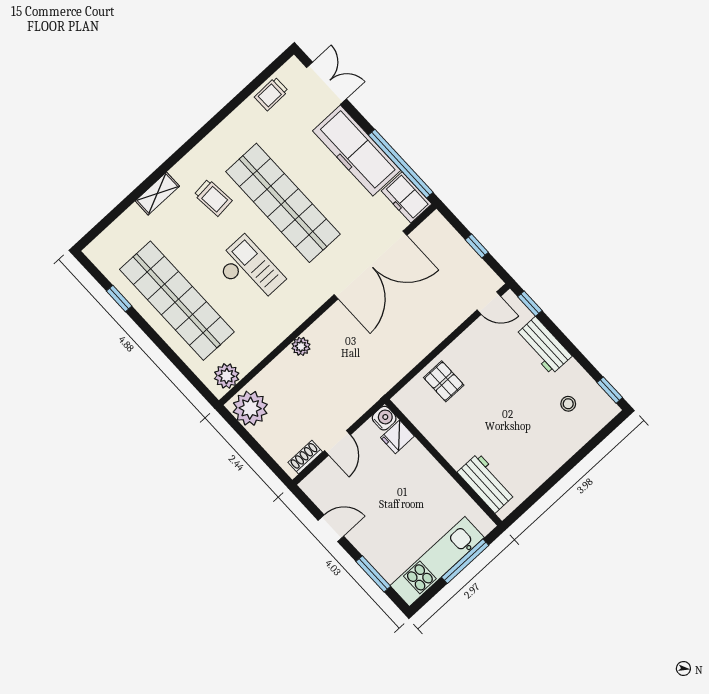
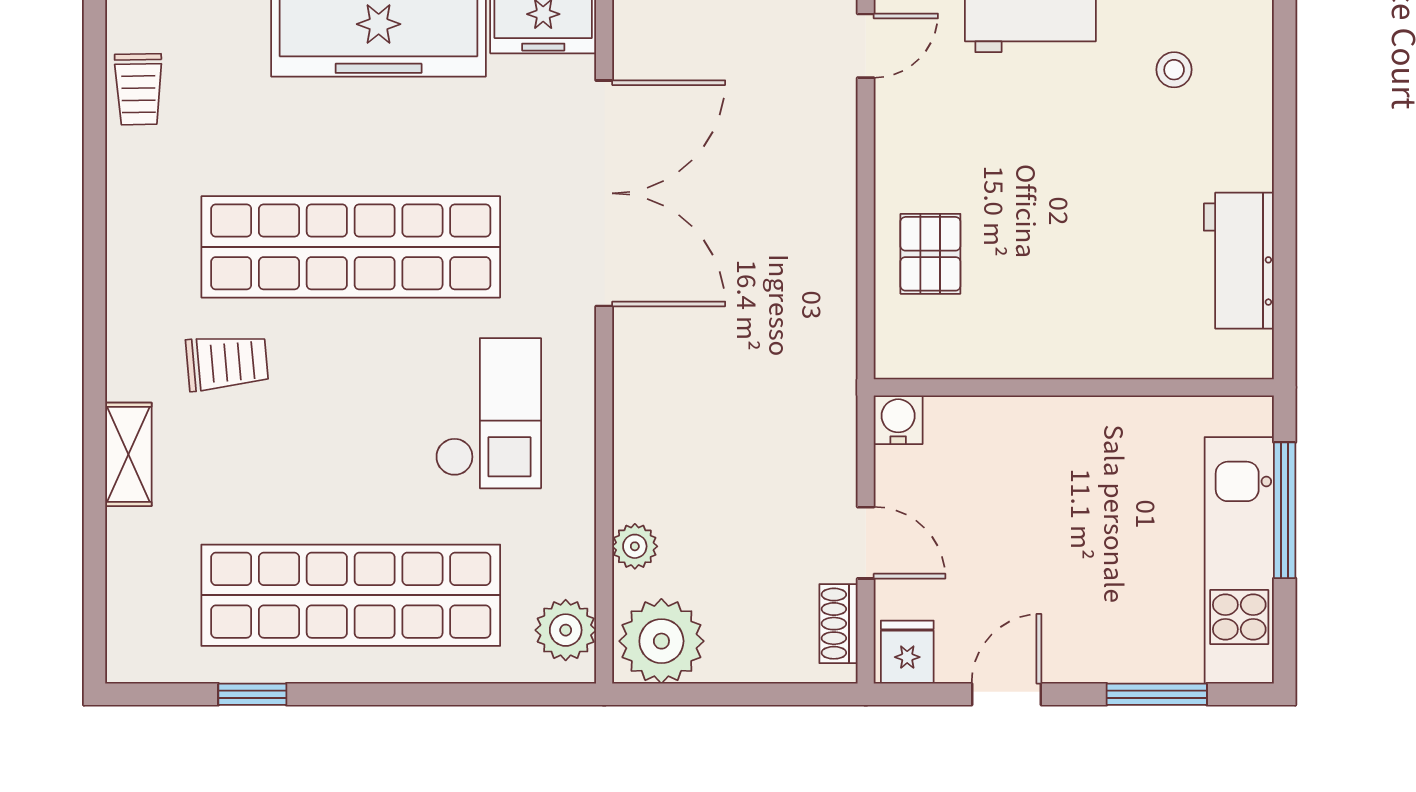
checkout: (250, 271) -> (488, 413), moved, turned 90
plant: (301, 346) -> (635, 546), moved
pallet: (444, 381) -> (930, 254), turned 90
fridge: (397, 437) -> (907, 652), moved, turned 180
workbench: (487, 483) -> (1239, 261), moved, turned -90

